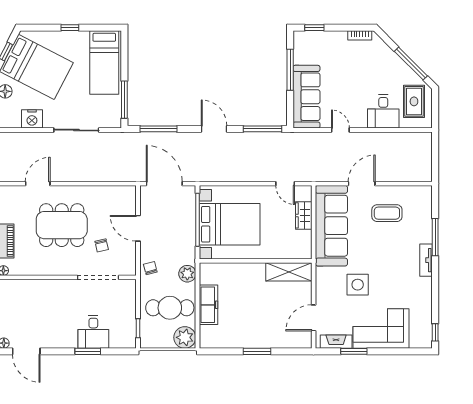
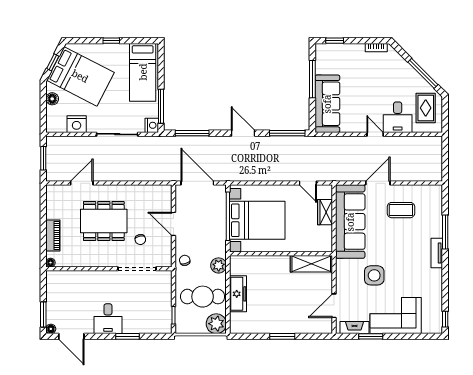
nightstand: (114, 120) -> (152, 125), added
door: (340, 130) -> (375, 134), moved
desk: (93, 332) -> (108, 319), moved

